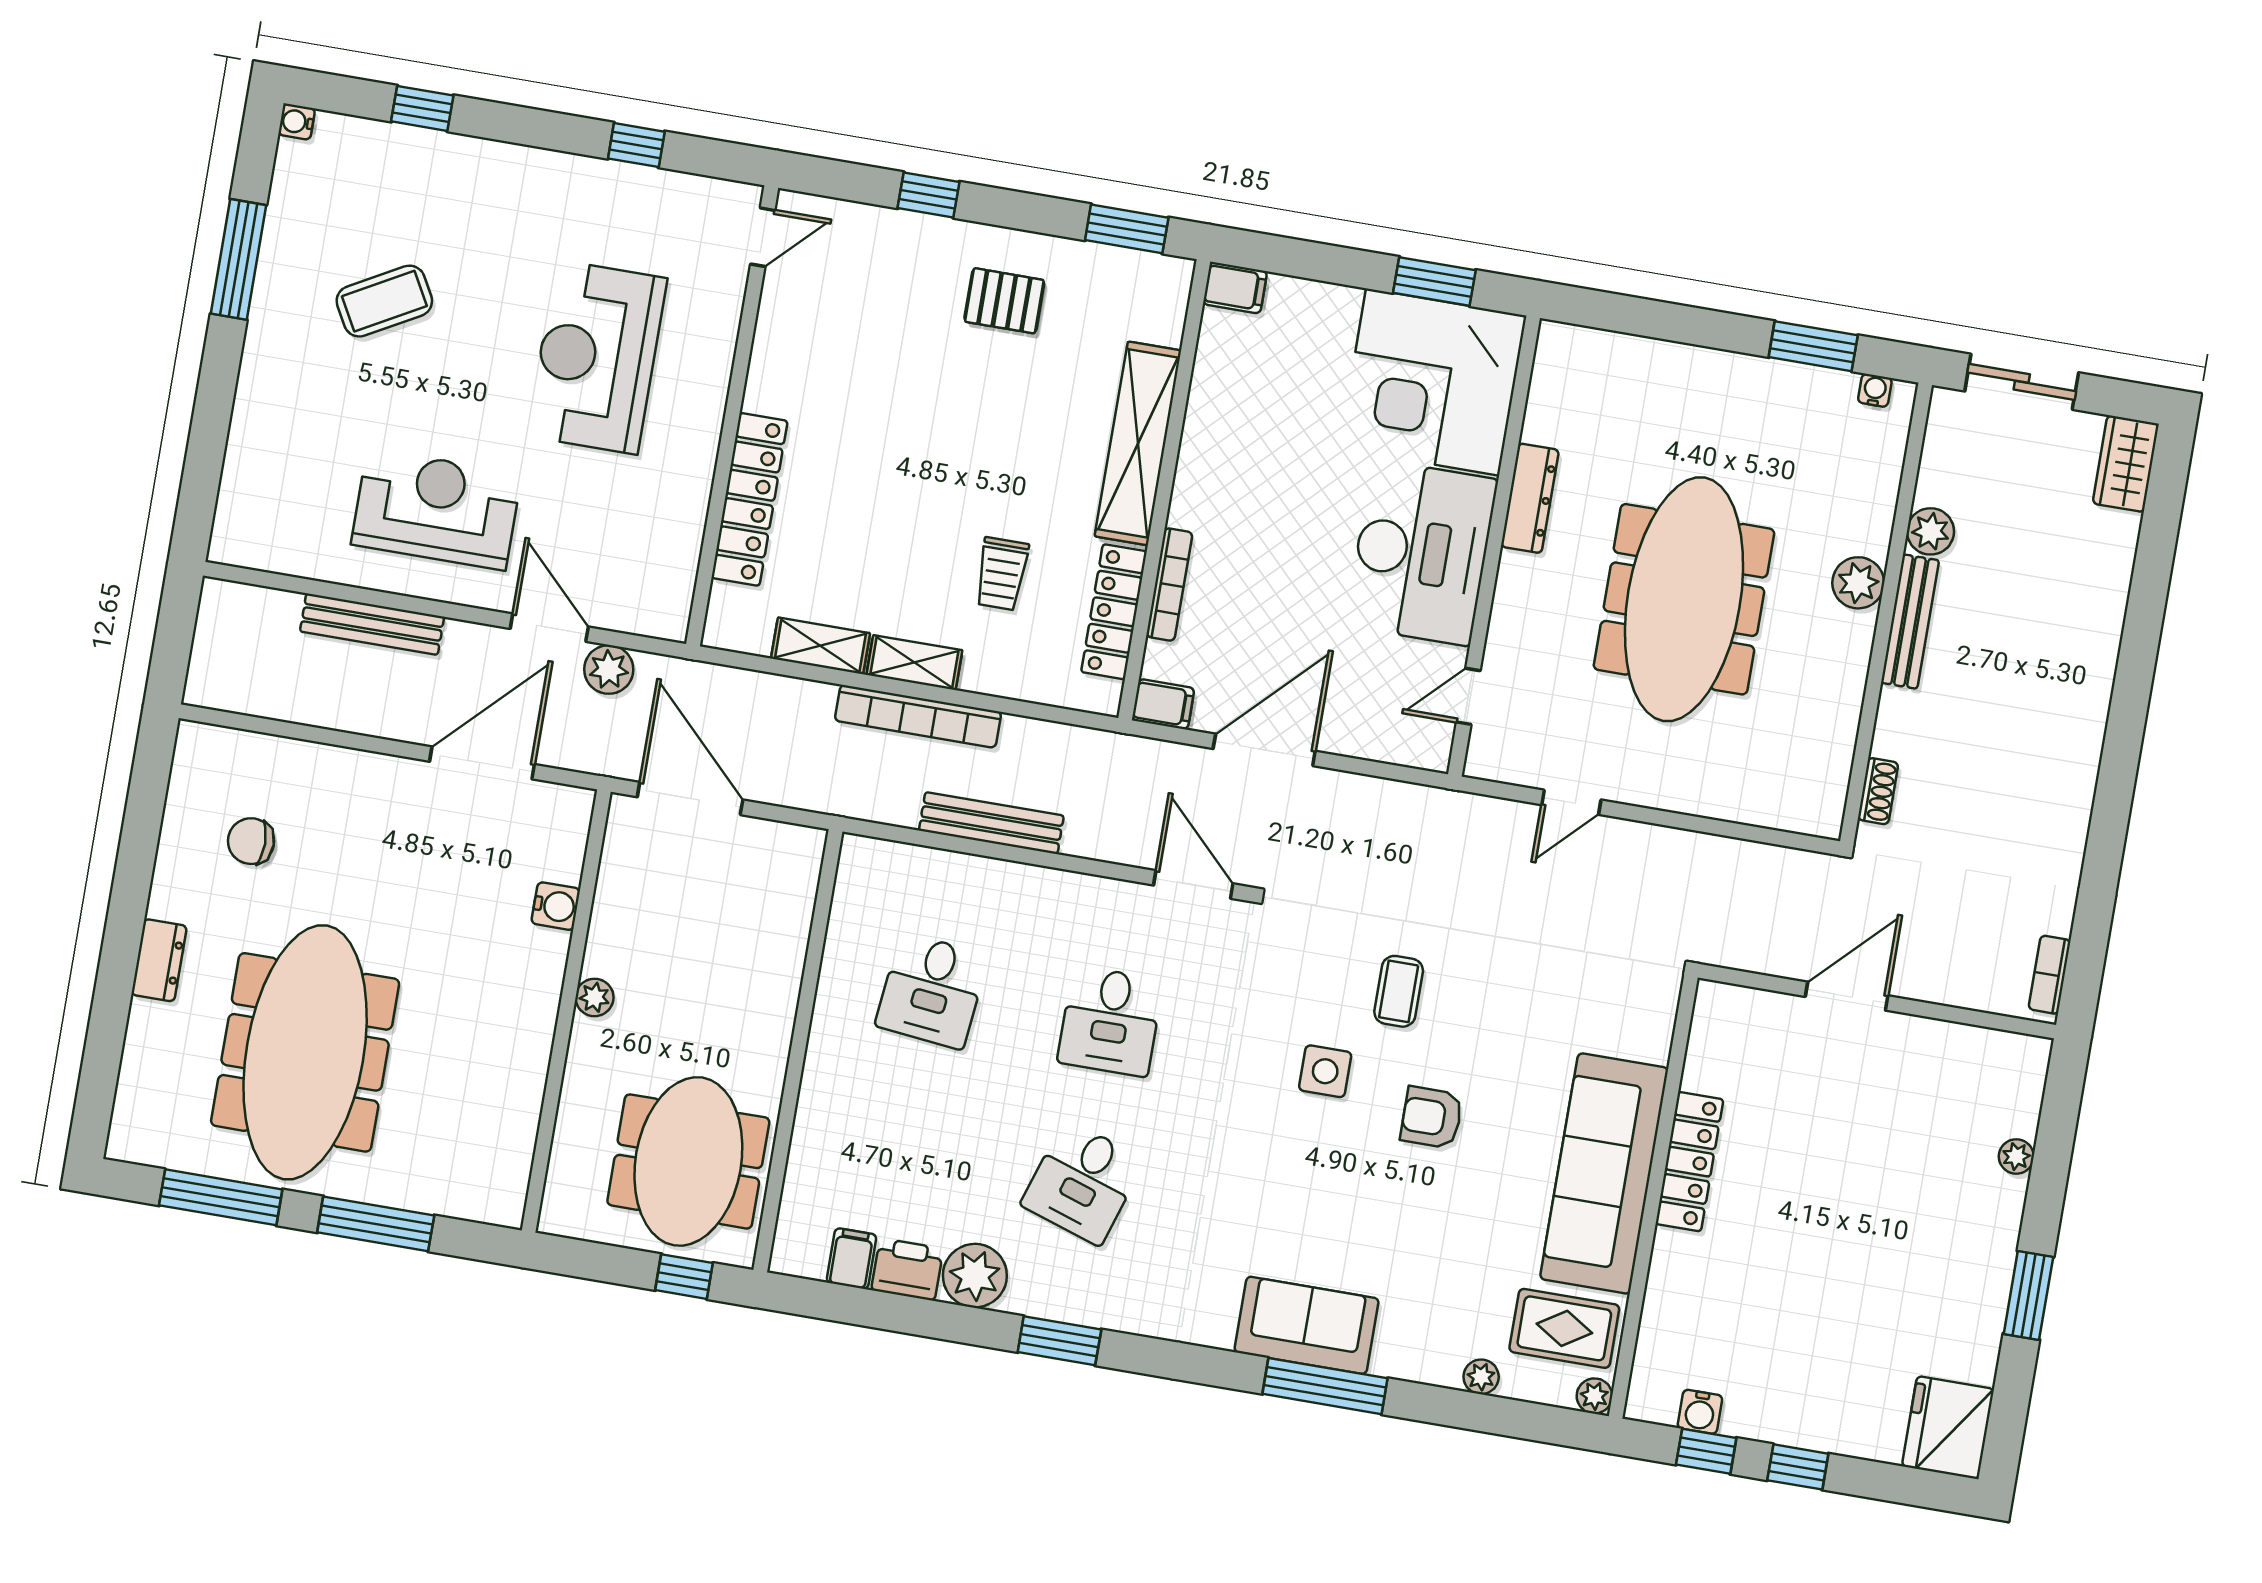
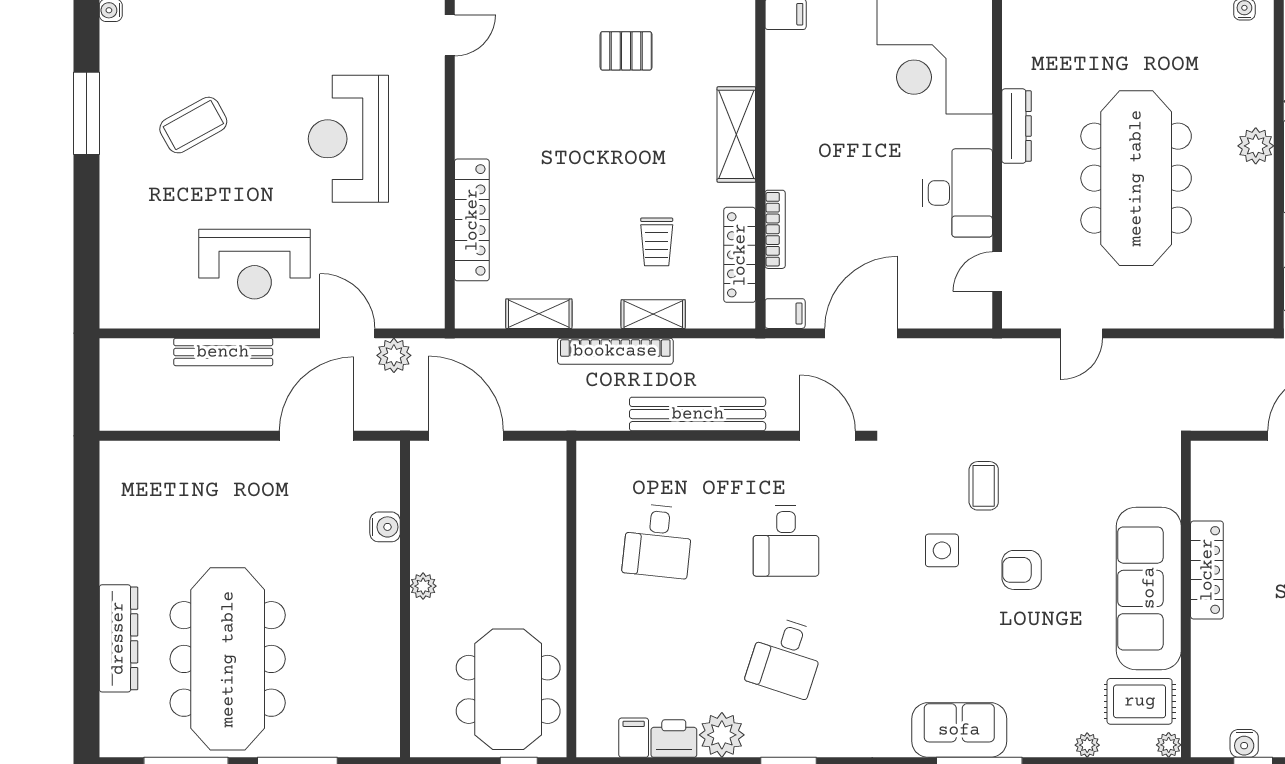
shelving: (1138, 443) -> (736, 134), width x0.68
reception desk: (436, 509) -> (254, 264), turned 180
desk: (1421, 552) -> (958, 193), width x0.73, depth x0.77
shelving: (914, 663) -> (653, 314), moved
bench: (991, 823) -> (698, 414), width x1.37, depth x1.21
chair: (251, 841) -> (165, 518), removed
dresser: (159, 960) -> (118, 638), width x1.96, depth x1.24

